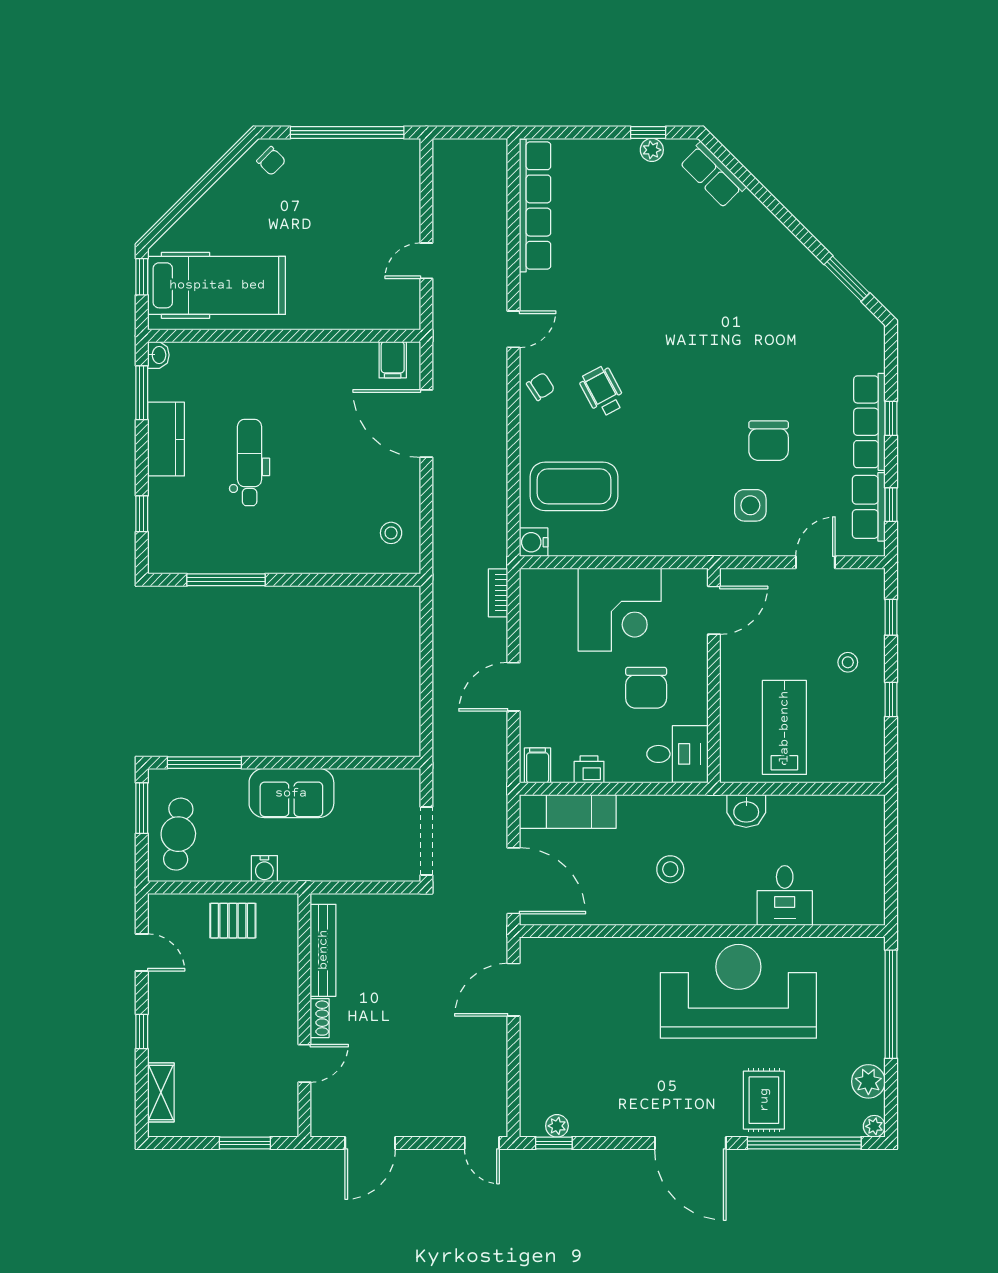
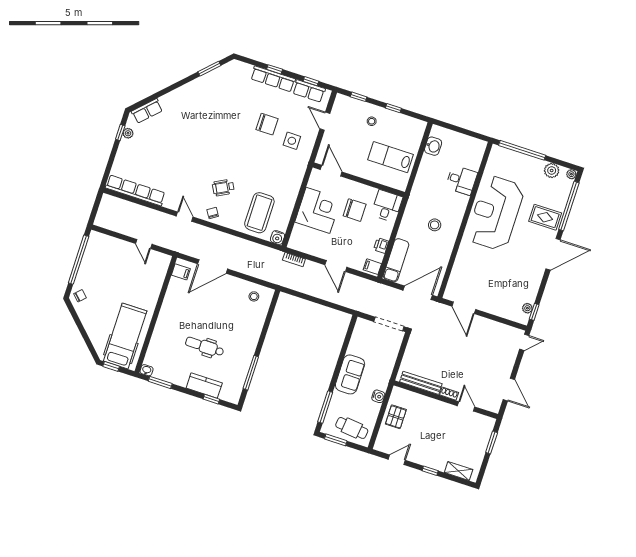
kitchen counter: (166, 439) -> (204, 385), moved
washbasin: (746, 811) -> (433, 146), moved

